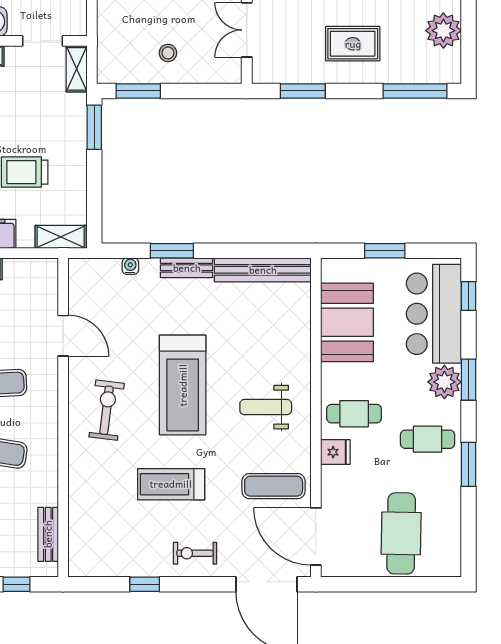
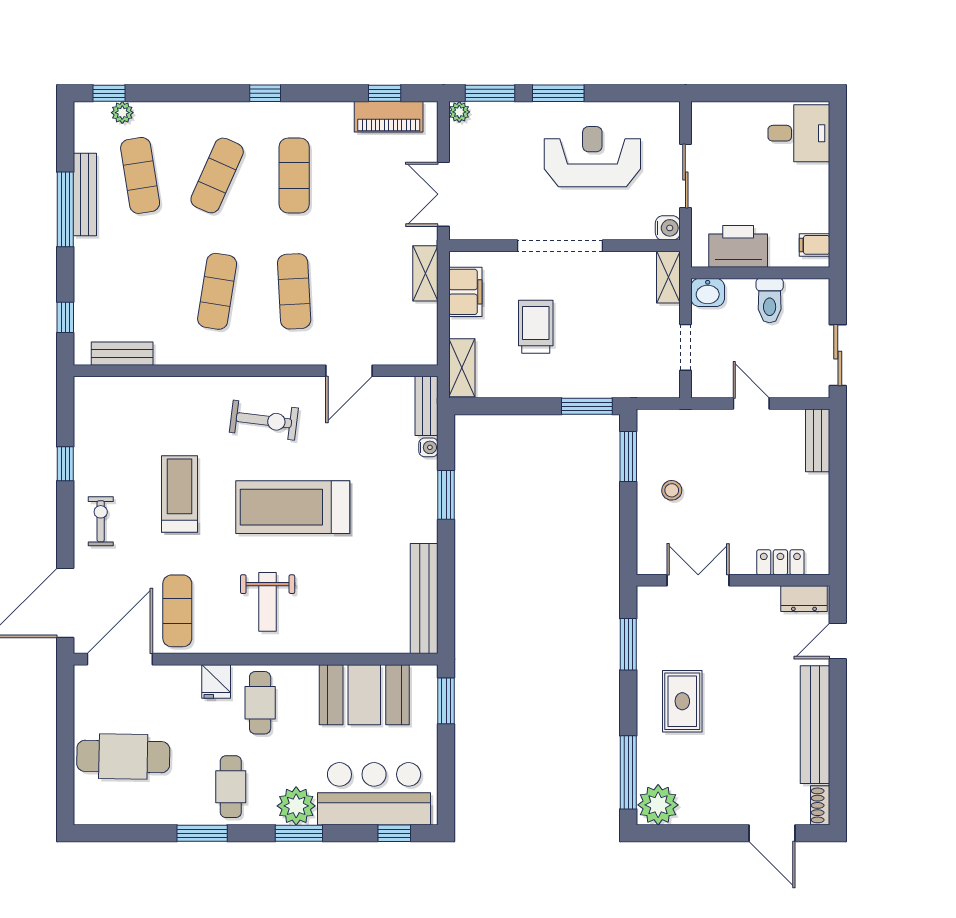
plant: (443, 31) -> (658, 805), moved
shelving: (77, 69) -> (654, 386), removed
window: (385, 251) -> (446, 701), moved
bench: (187, 268) -> (427, 406), moved
weight bench: (266, 407) -> (268, 602), turned 180

